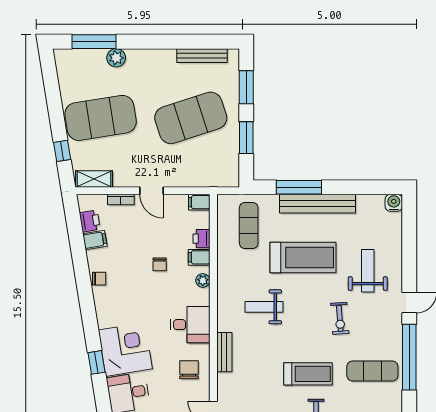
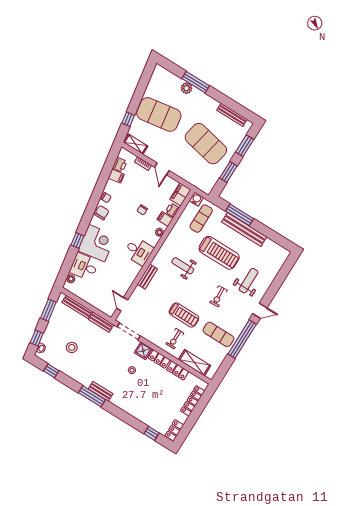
window: (94, 42) -> (196, 82), moved
exercise mat: (191, 118) -> (206, 144), turned 30
filing cabinet: (199, 202) -> (180, 194), width x2.00
water cooler: (394, 203) -> (196, 199), moved
chair: (189, 370) -> (102, 213), moved

